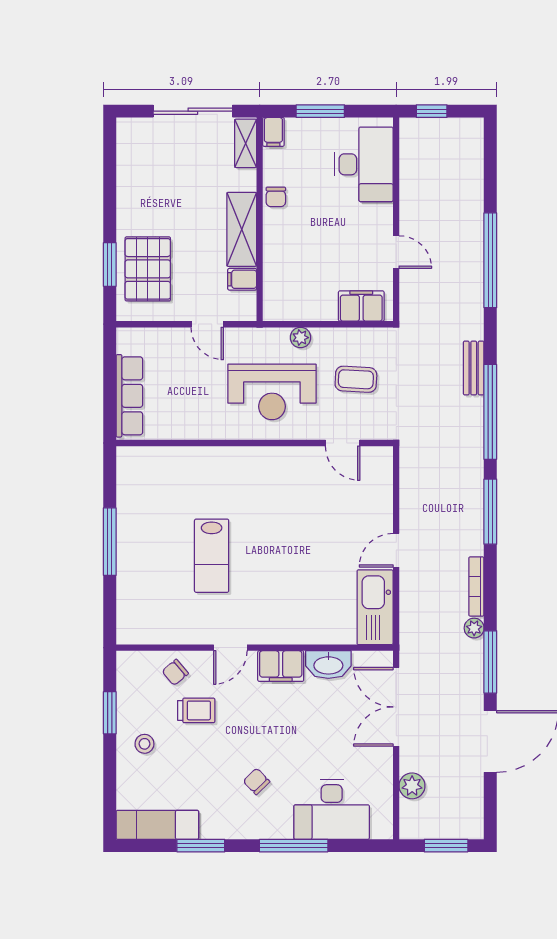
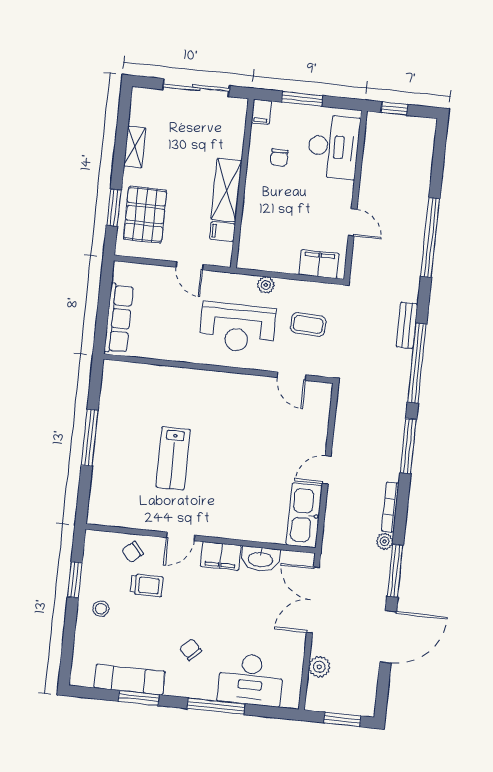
shelving: (246, 143) -> (135, 147), moved
chair: (276, 197) -> (279, 158), moved
exam couch: (157, 825) -> (129, 680), moved

